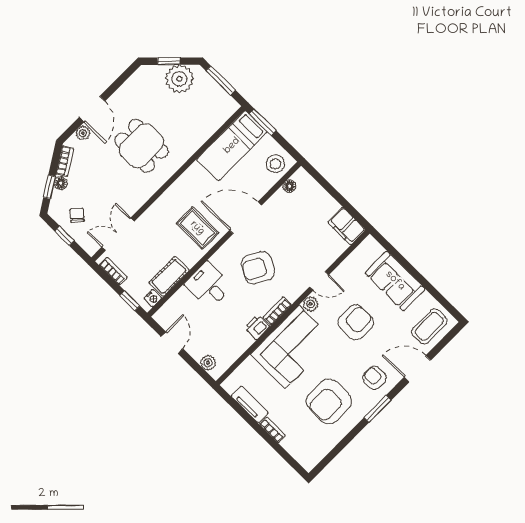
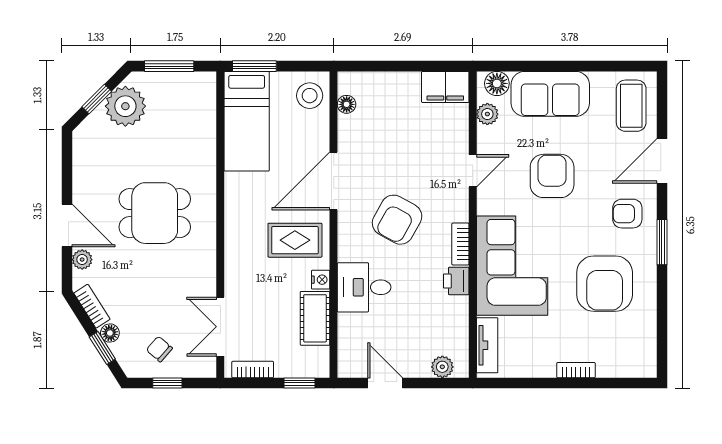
floor lamp: (374, 250) -> (497, 83), added
nightstand: (153, 298) -> (321, 280), moved
plant: (311, 304) -> (487, 114), moved
tv unit: (250, 404) -> (487, 345), moved, turned 90

